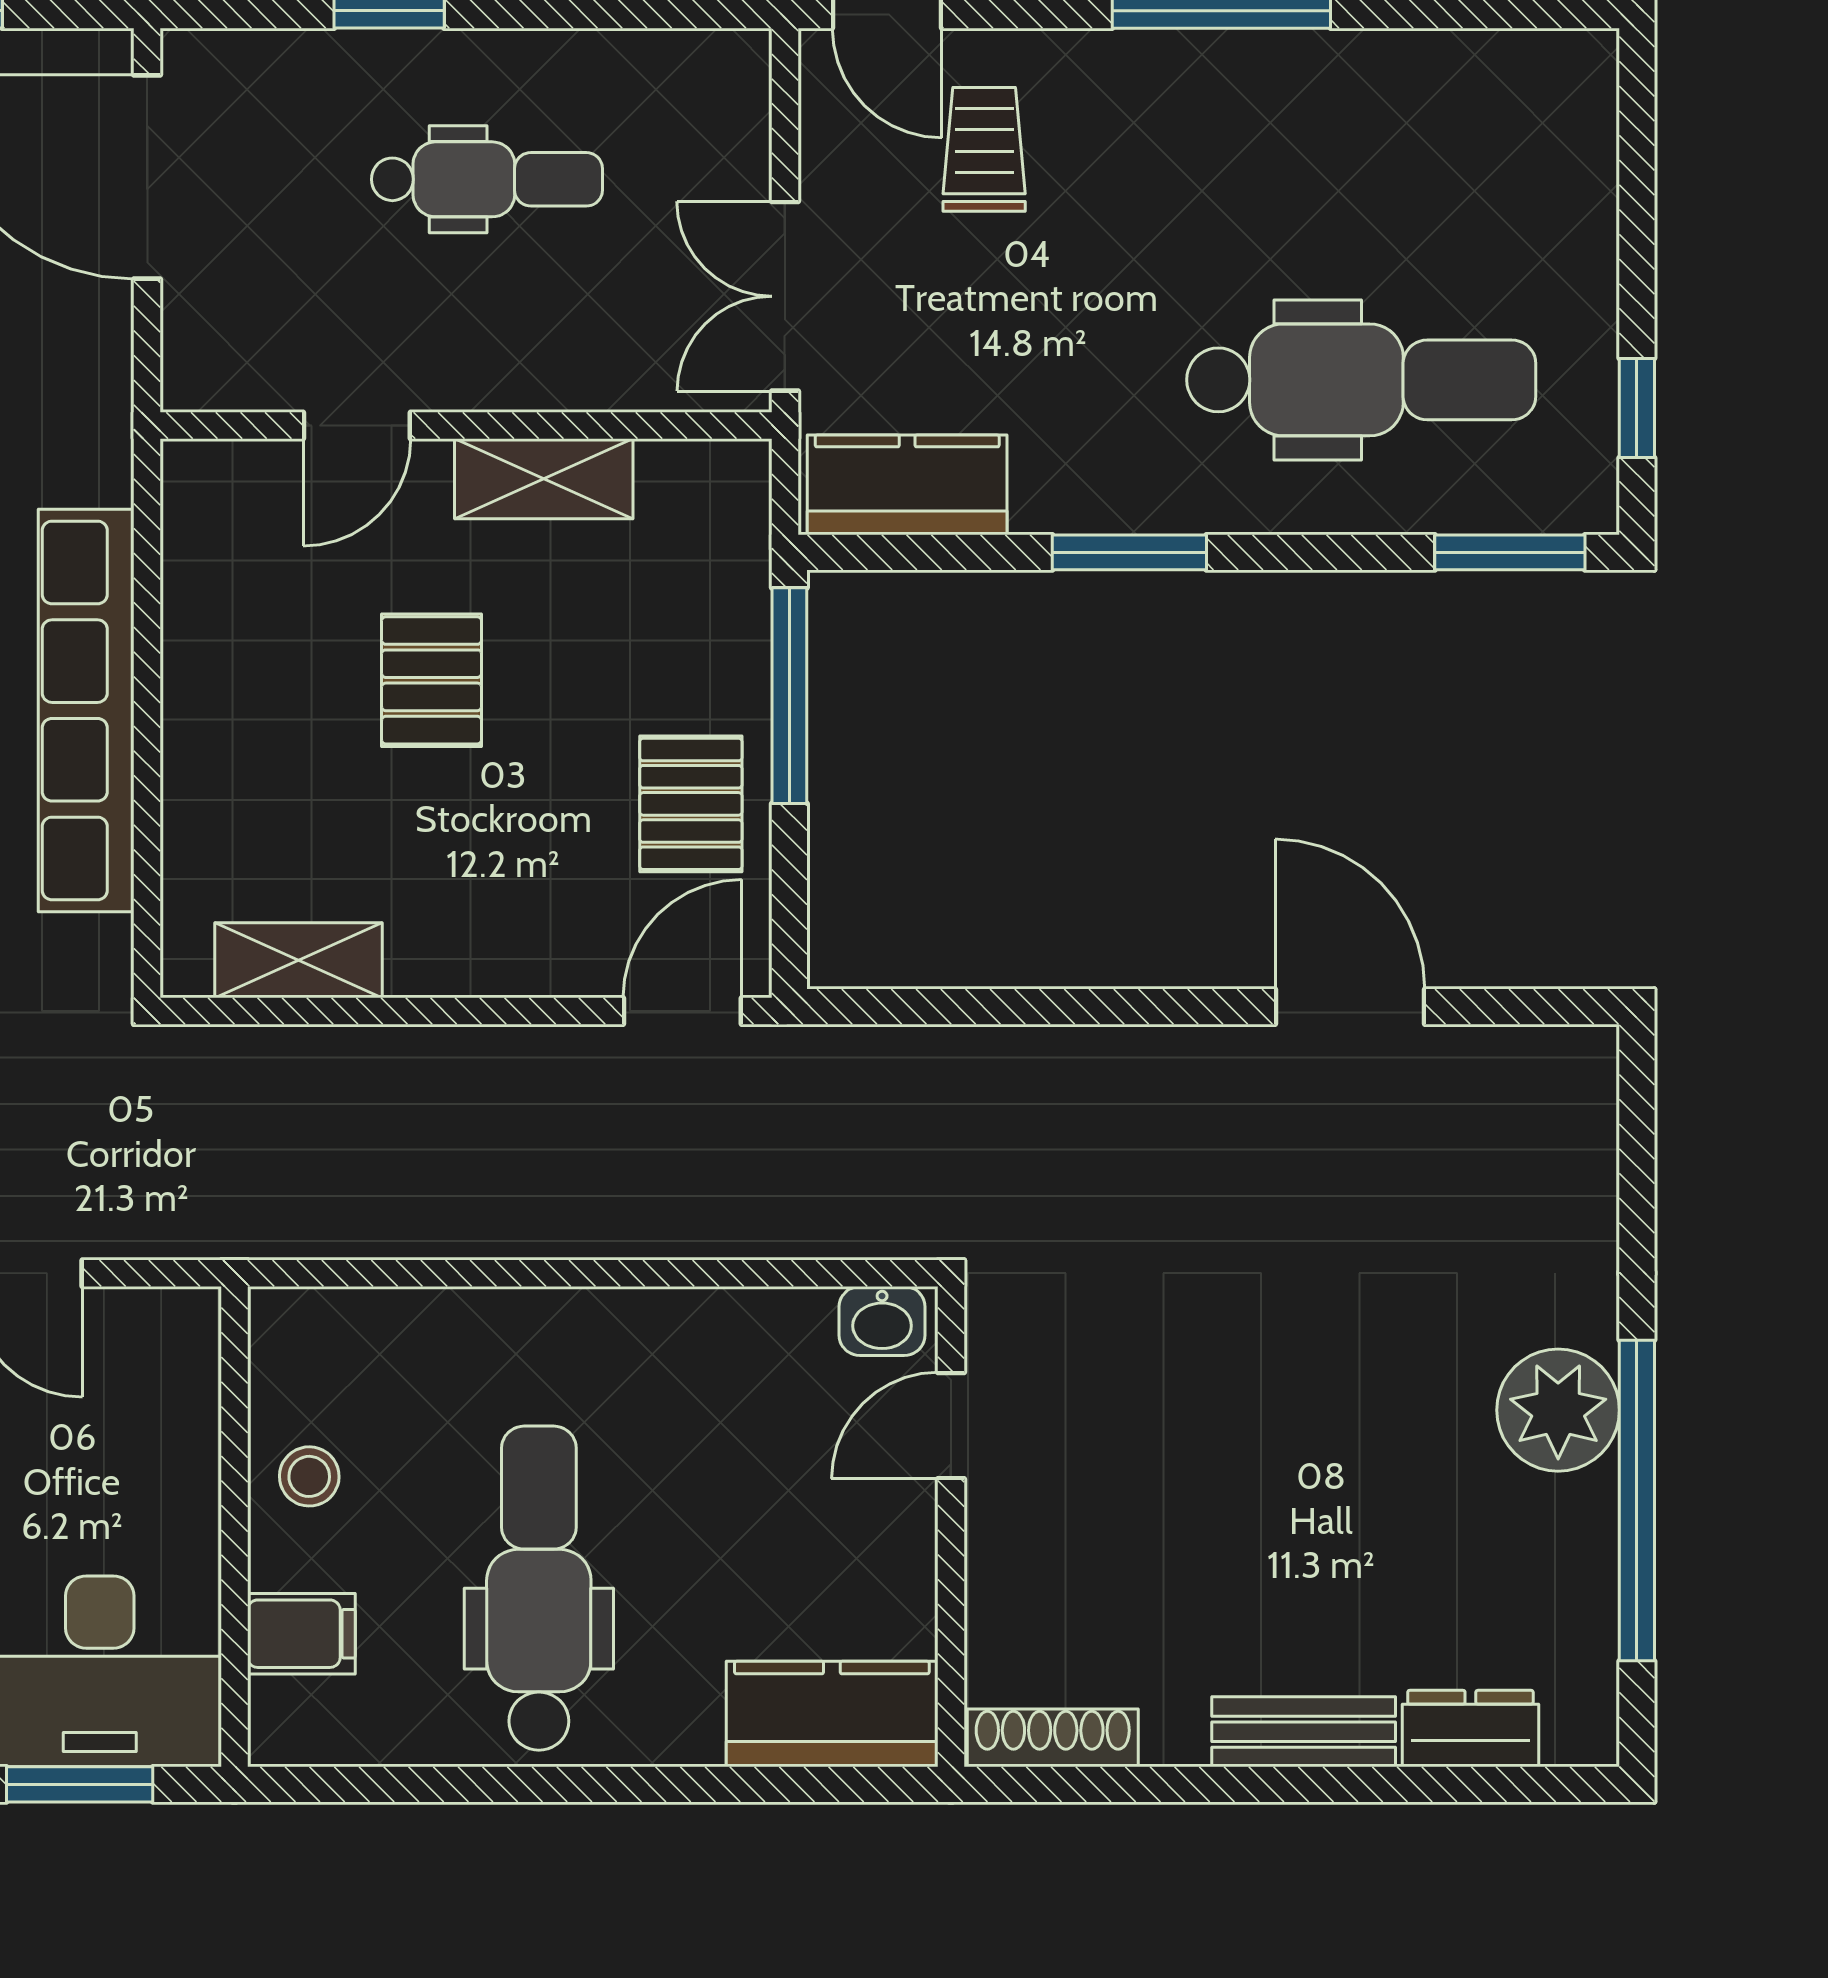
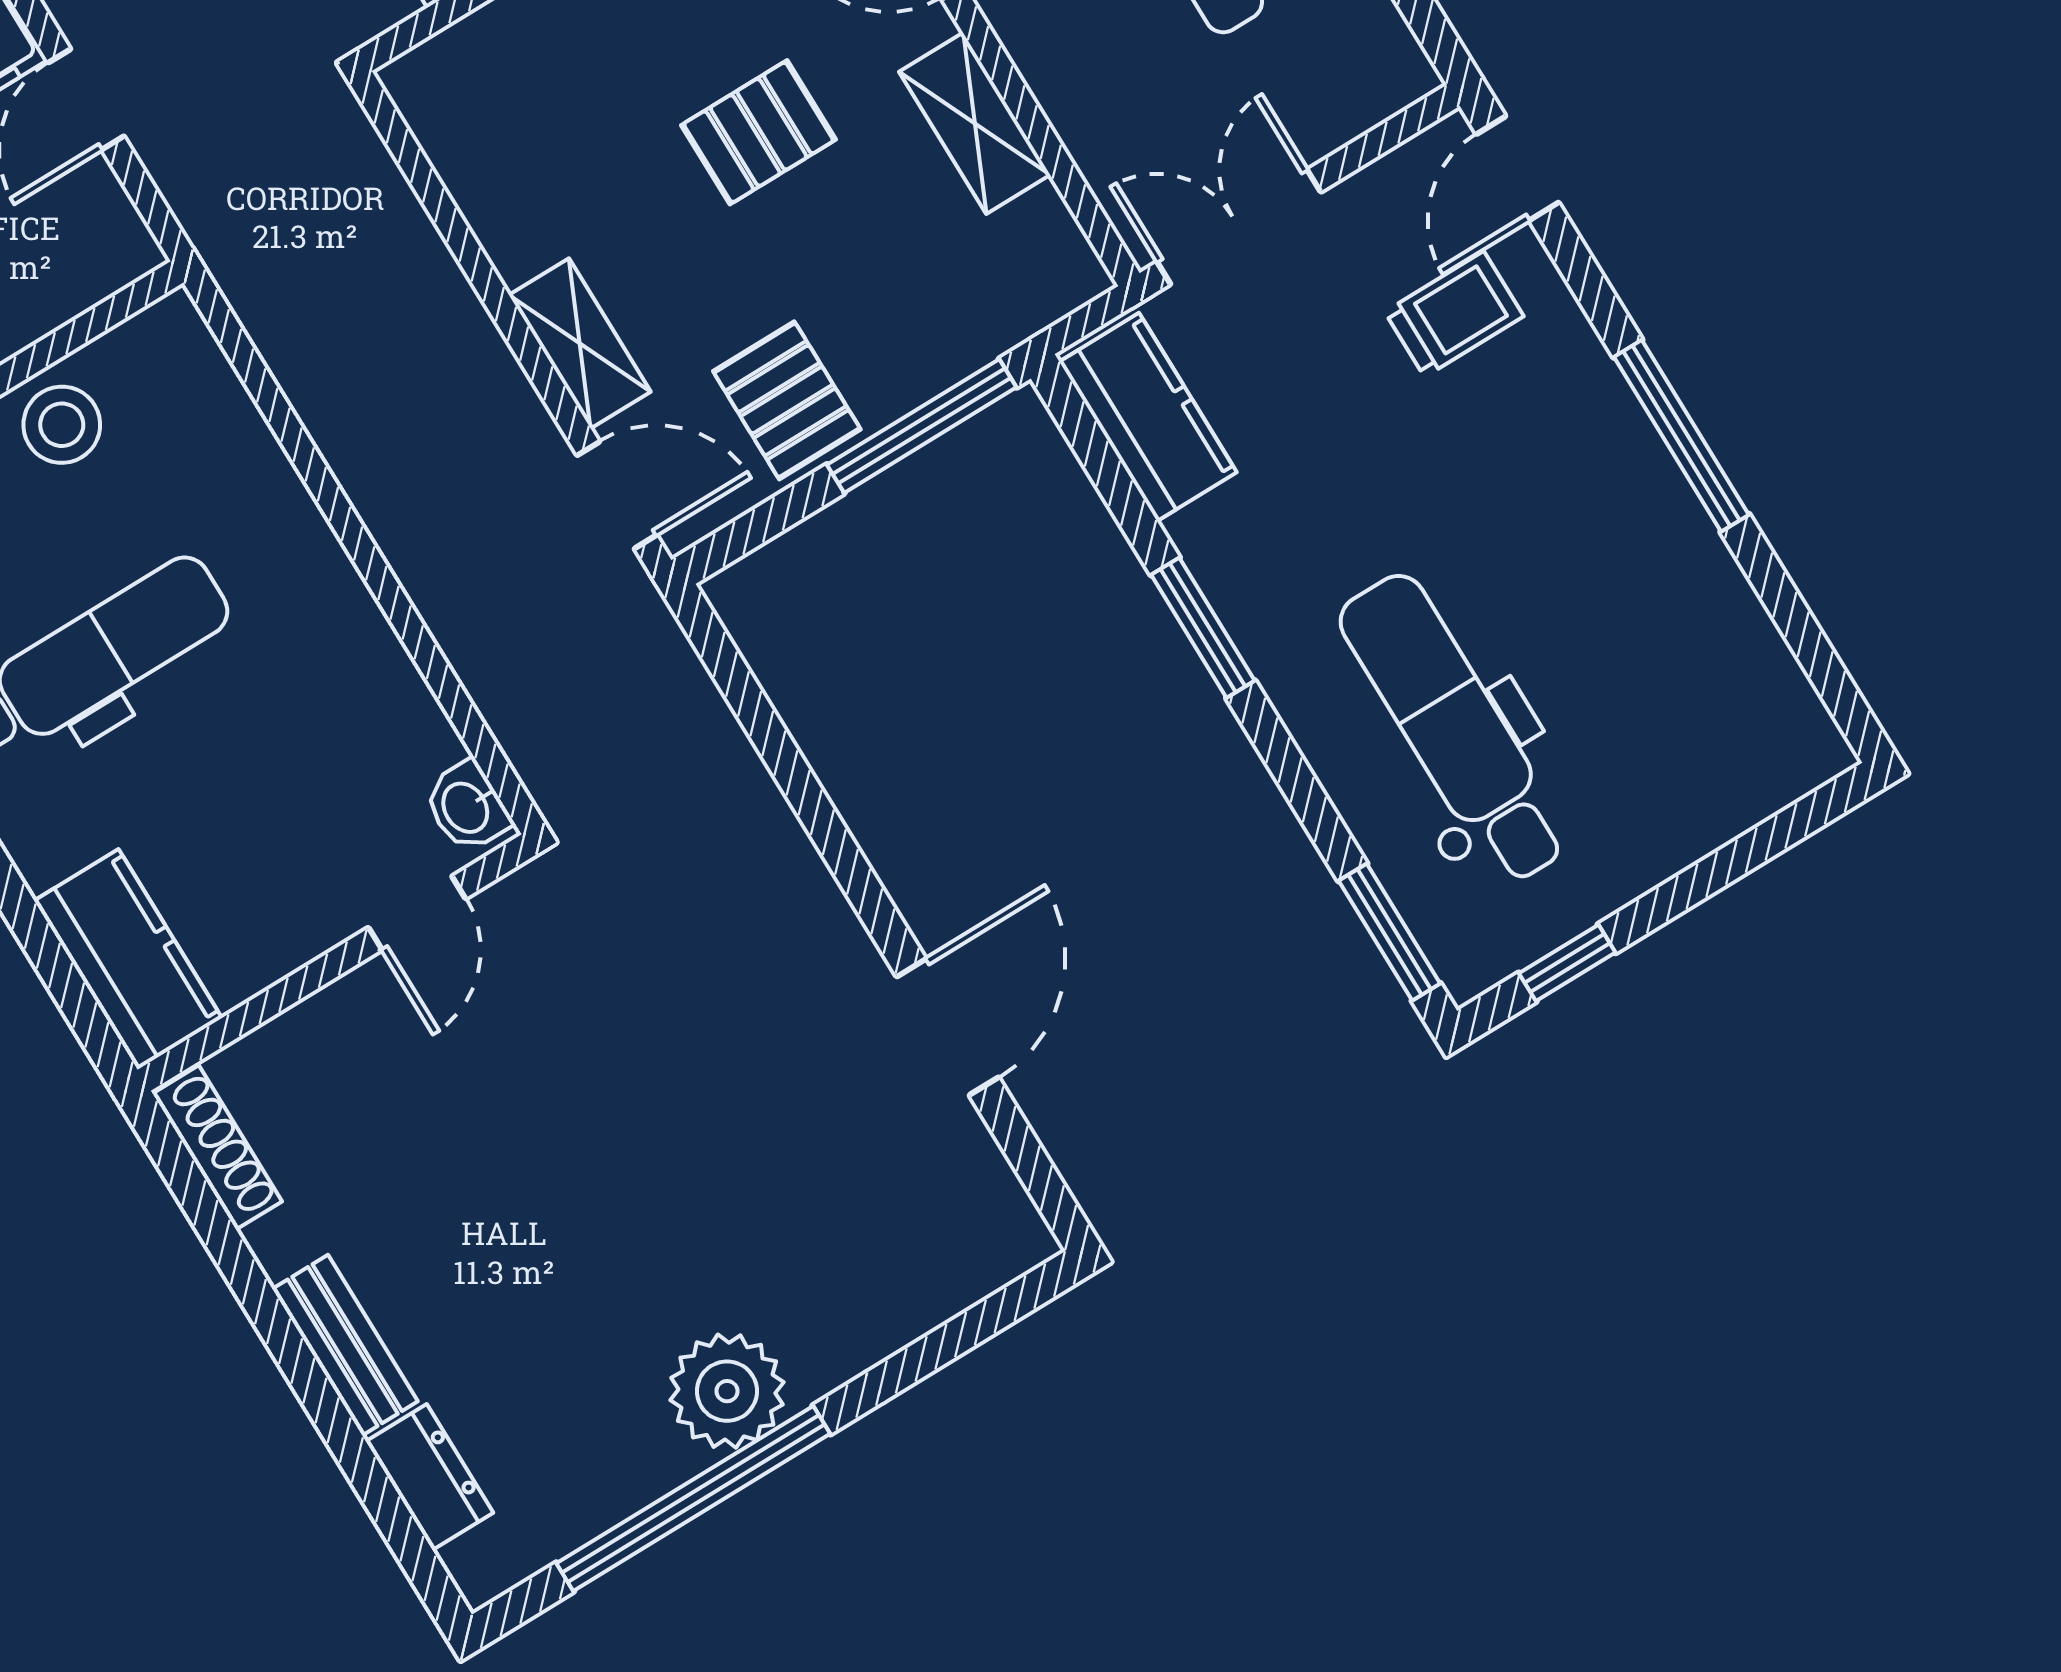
dental chair: (1361, 380) -> (1455, 729), turned 180
pallet: (691, 804) -> (787, 400), turned 90
shelving: (298, 960) -> (580, 343), moved
door: (951, 1426) -> (417, 913), swing flipped
stool: (309, 1476) -> (62, 425), width x1.37, depth x1.37

